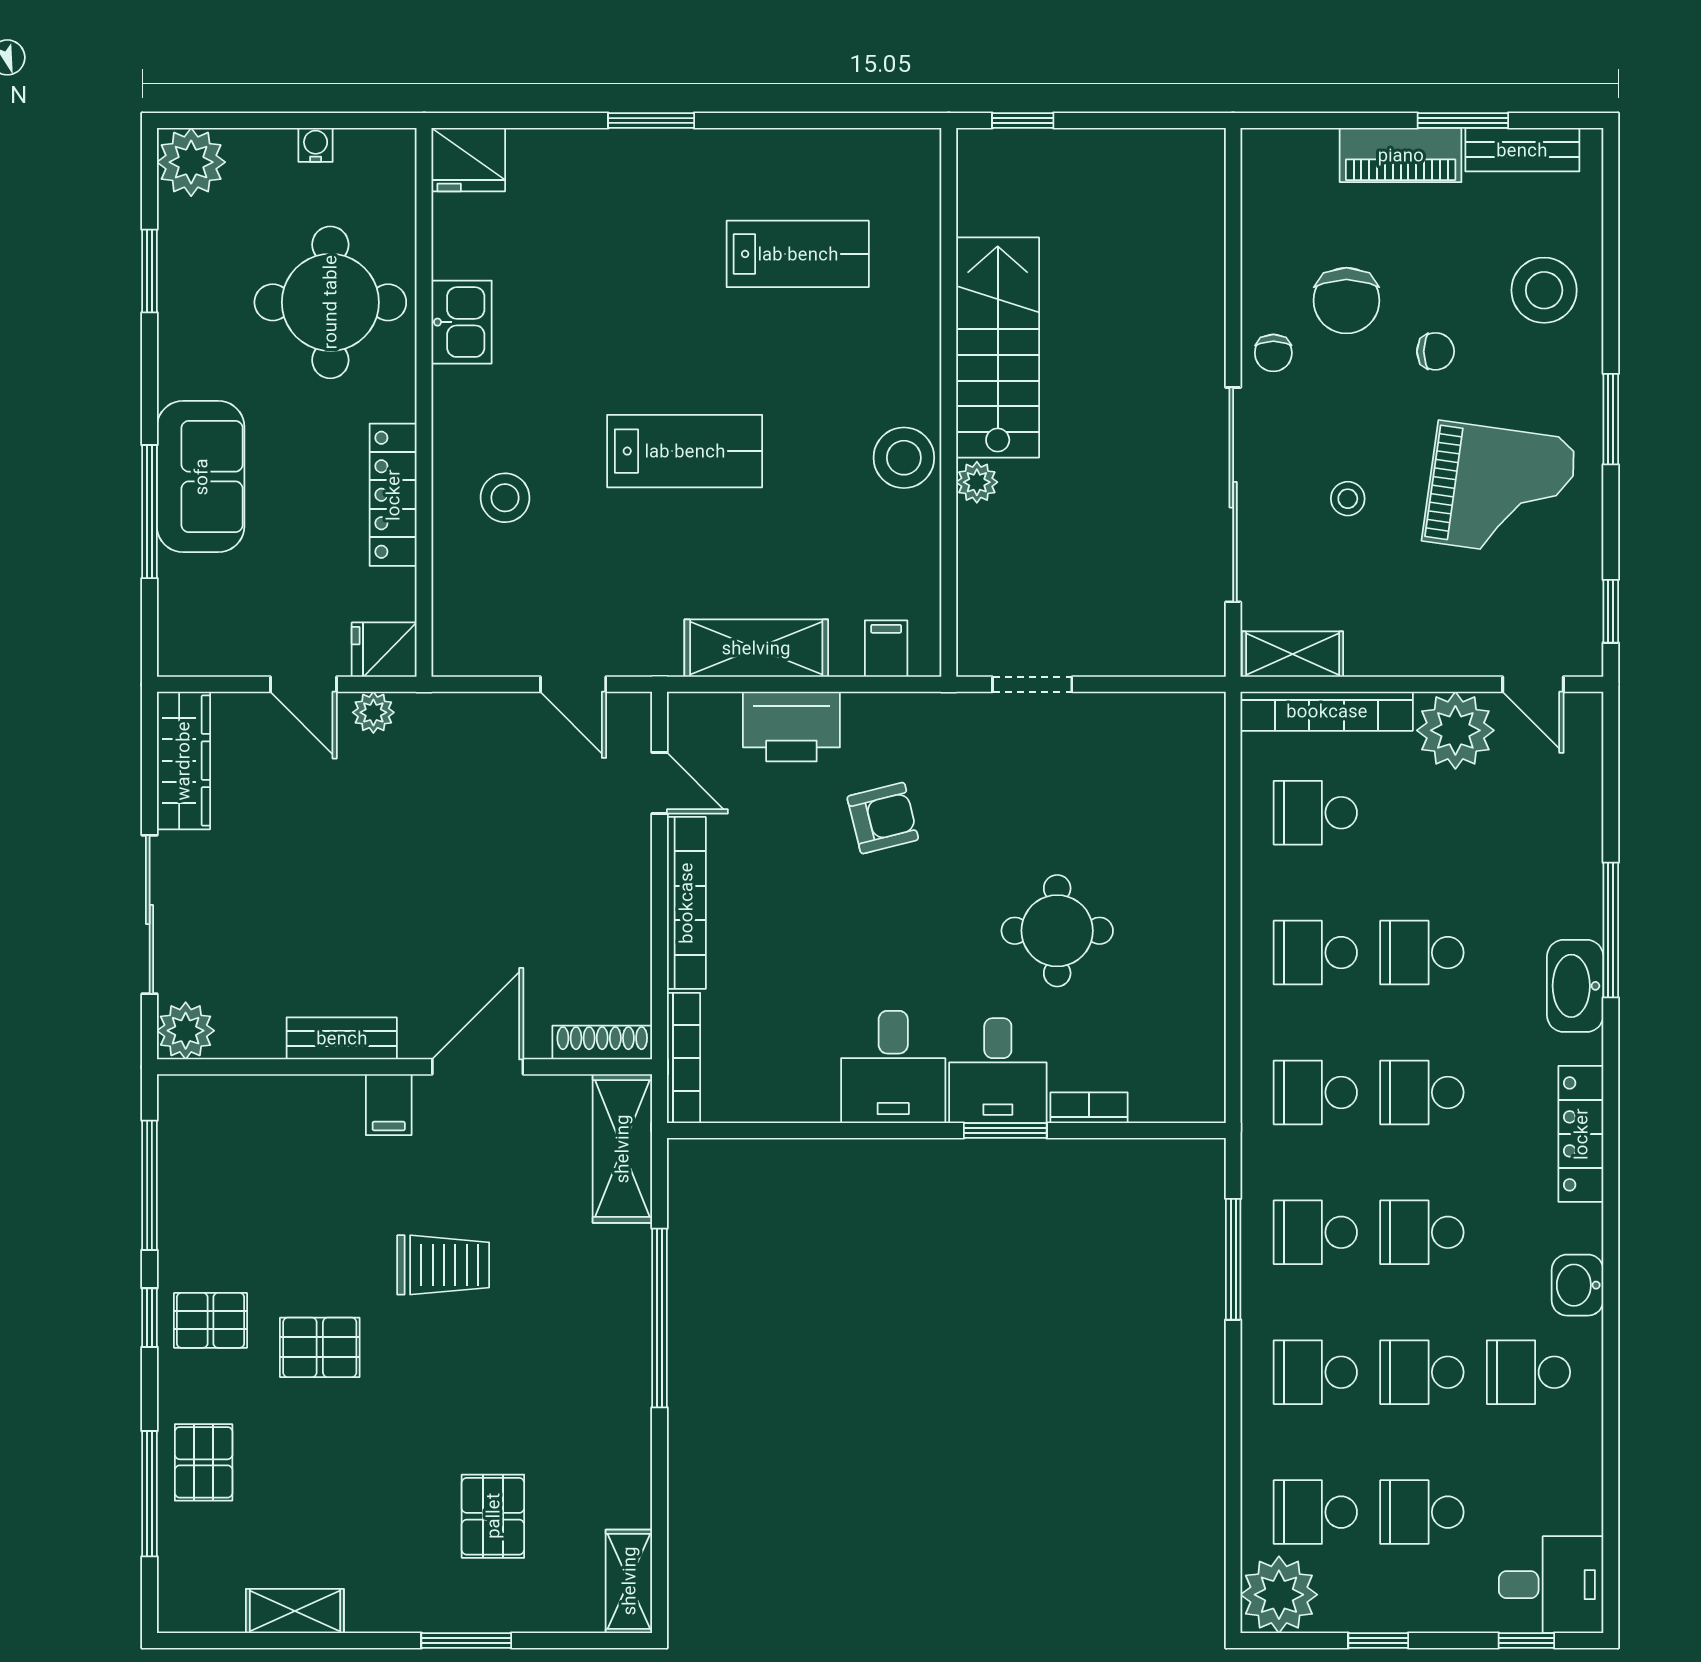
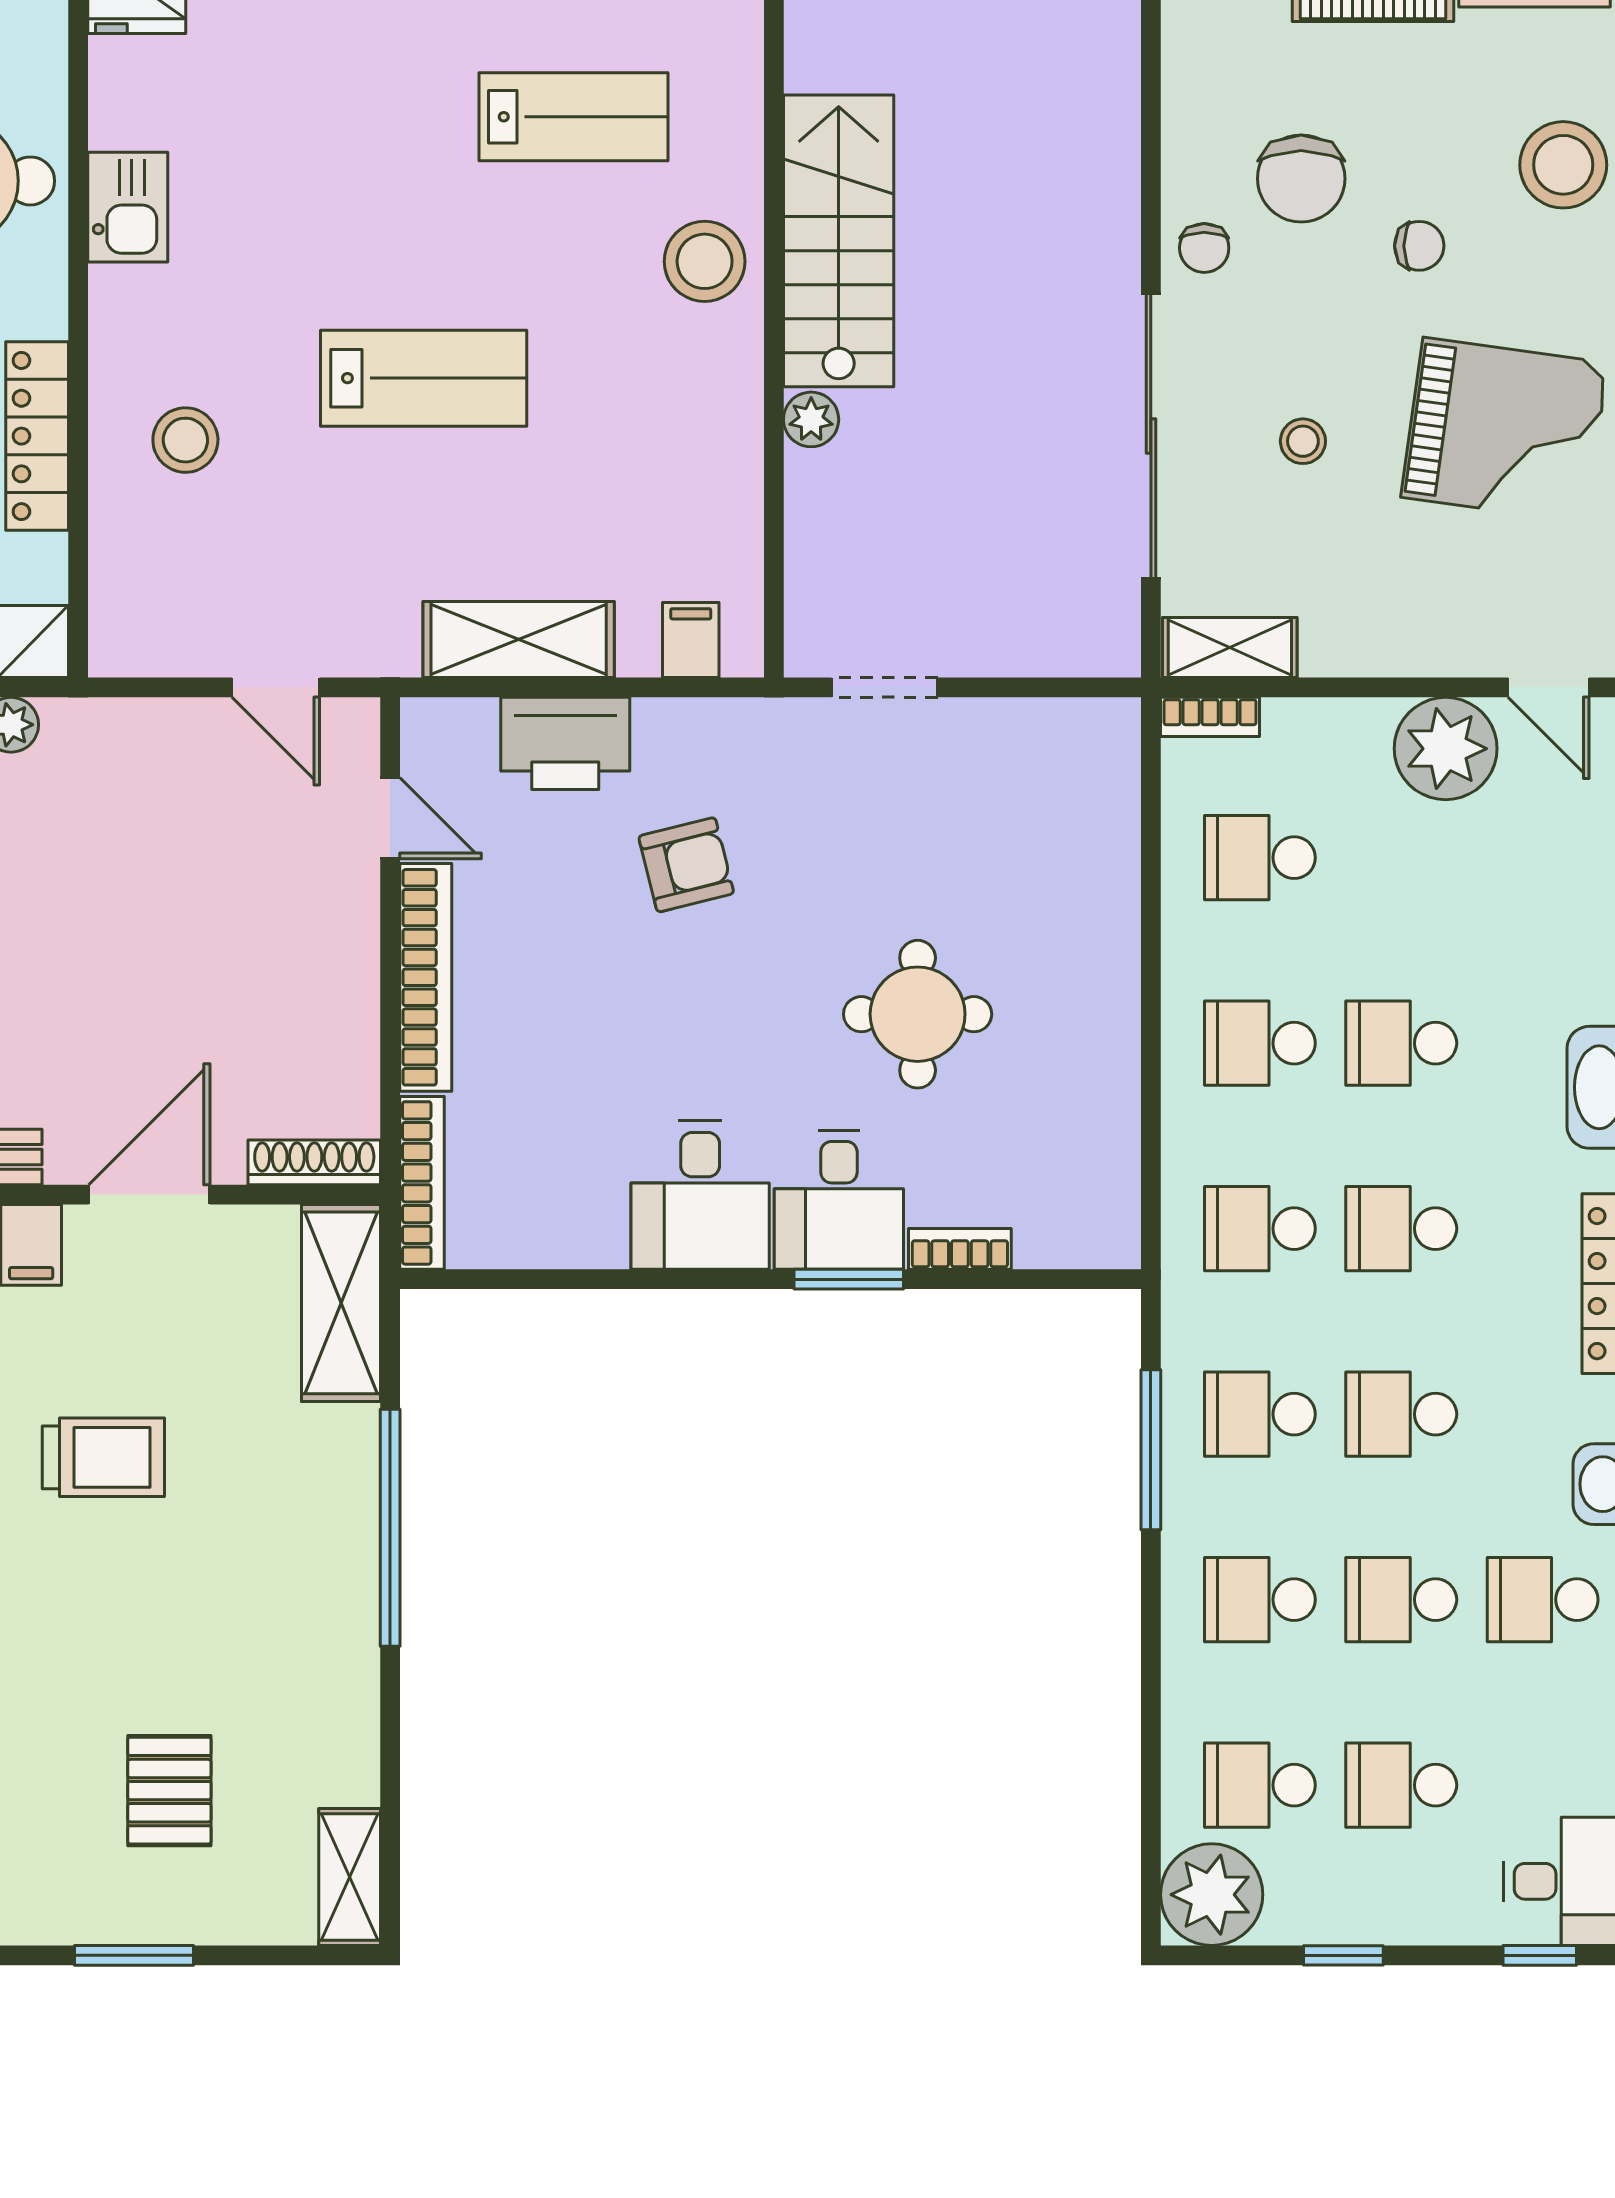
stool: (904, 458) -> (705, 261), moved
bookcase: (1327, 711) -> (1210, 717), width x0.43, depth x0.76

